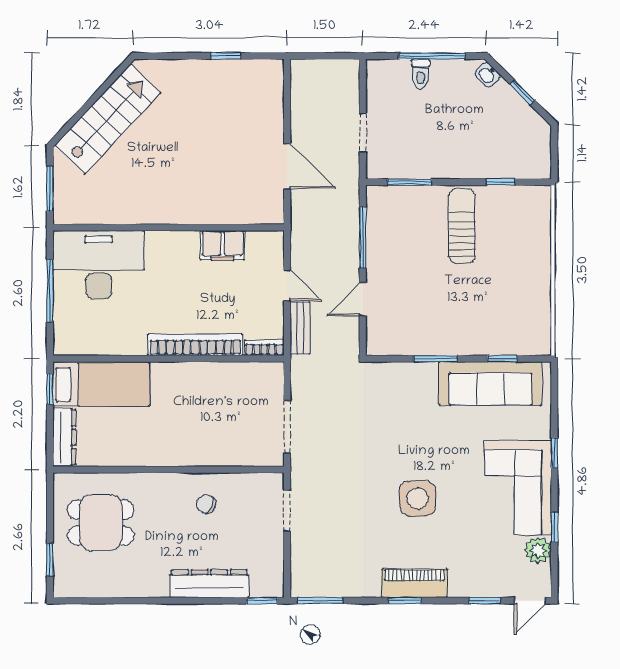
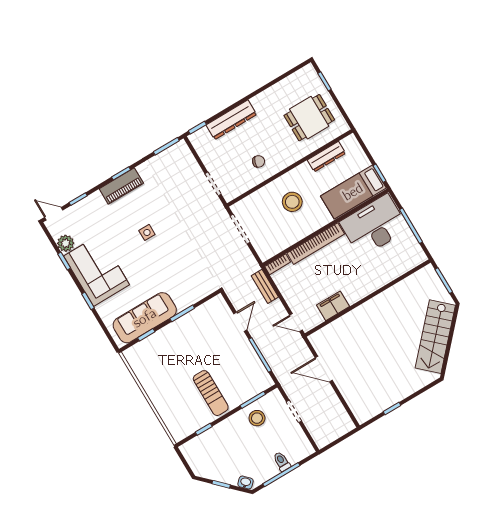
stool: (419, 154) -> (257, 418), added
desk: (99, 265) -> (374, 226), moved, turned 180
door: (287, 285) -> (296, 323), moved
stool: (193, 421) -> (292, 202), added
dresser: (64, 437) -> (326, 157), moved, turned -90
side table: (417, 498) -> (147, 232), width x0.54, depth x0.54
door: (530, 601) -> (54, 214), hinge flipped

